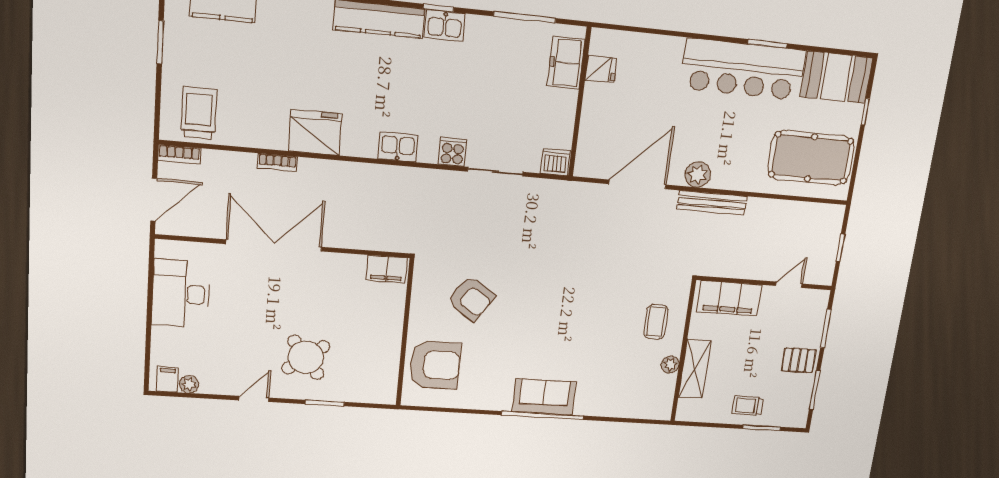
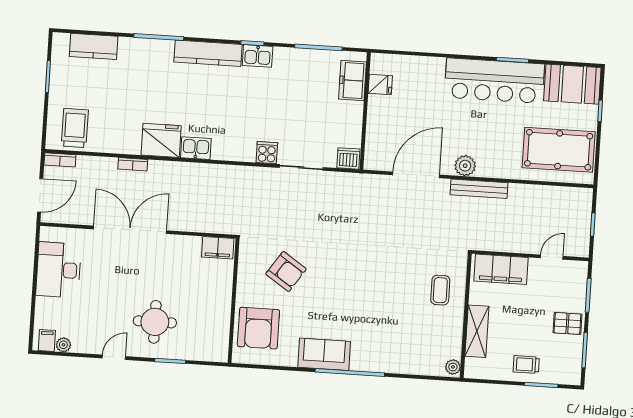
kitchen sink: (398, 147) -> (196, 148), moved
round table: (306, 357) -> (155, 322), turned 37
armchair: (435, 365) -> (258, 328), turned 90
plant: (670, 365) -> (453, 367), moved
sofa: (544, 397) -> (324, 354), moved

